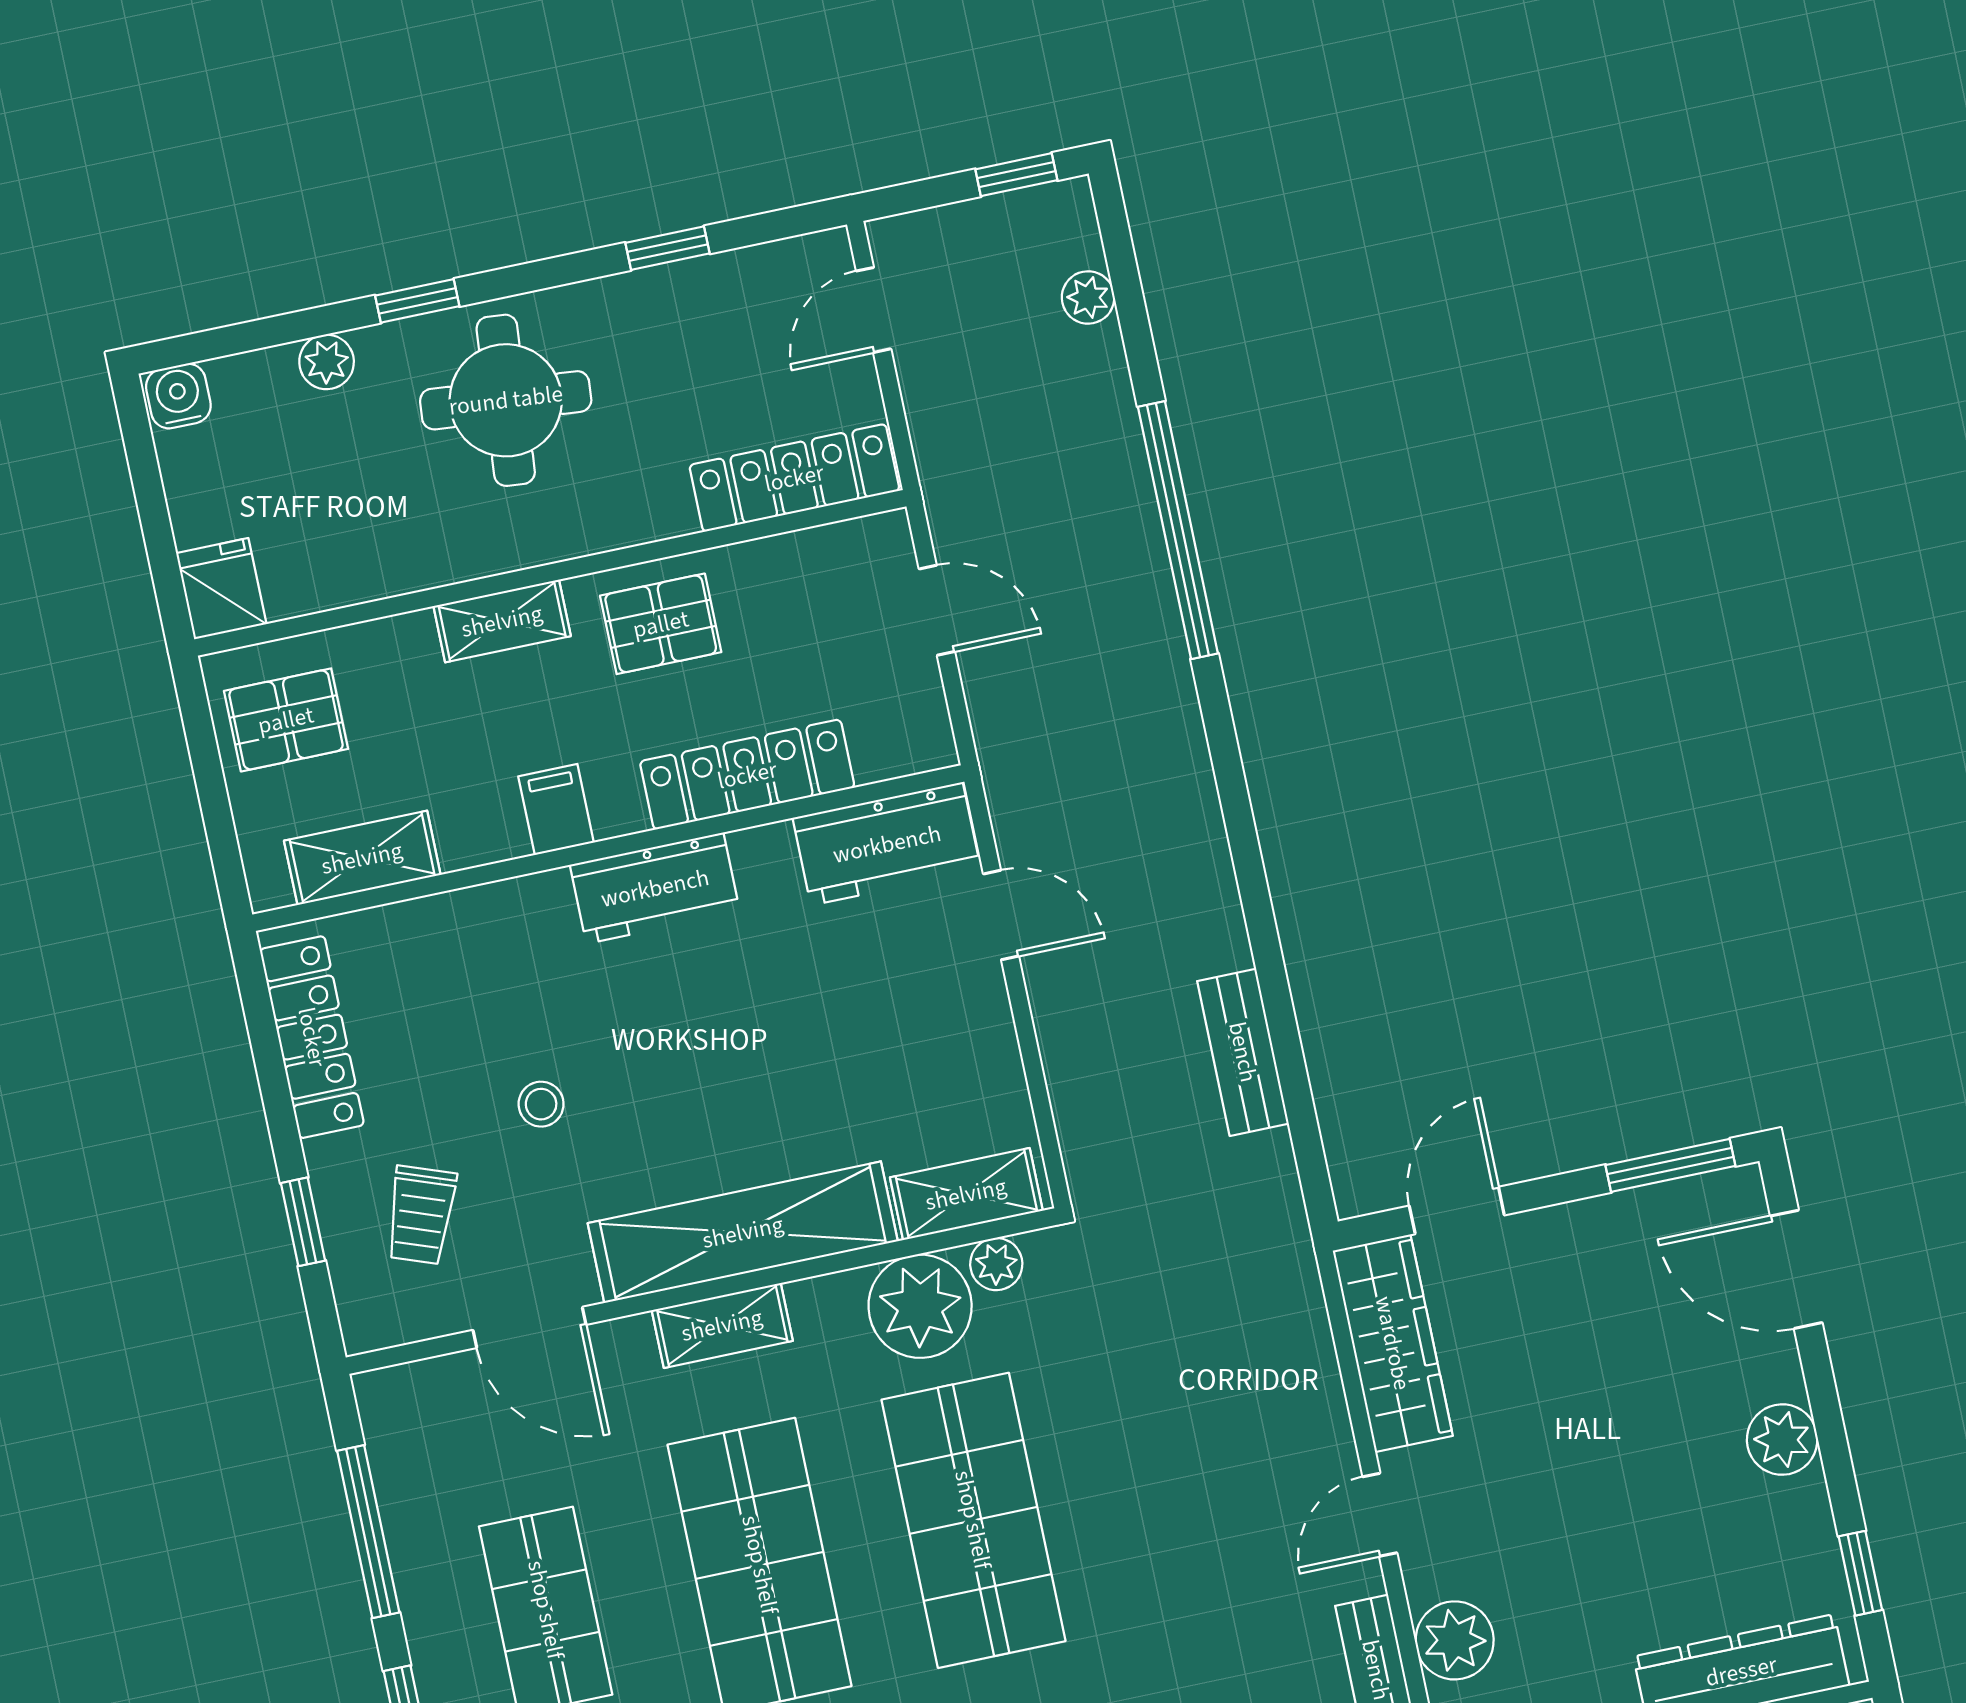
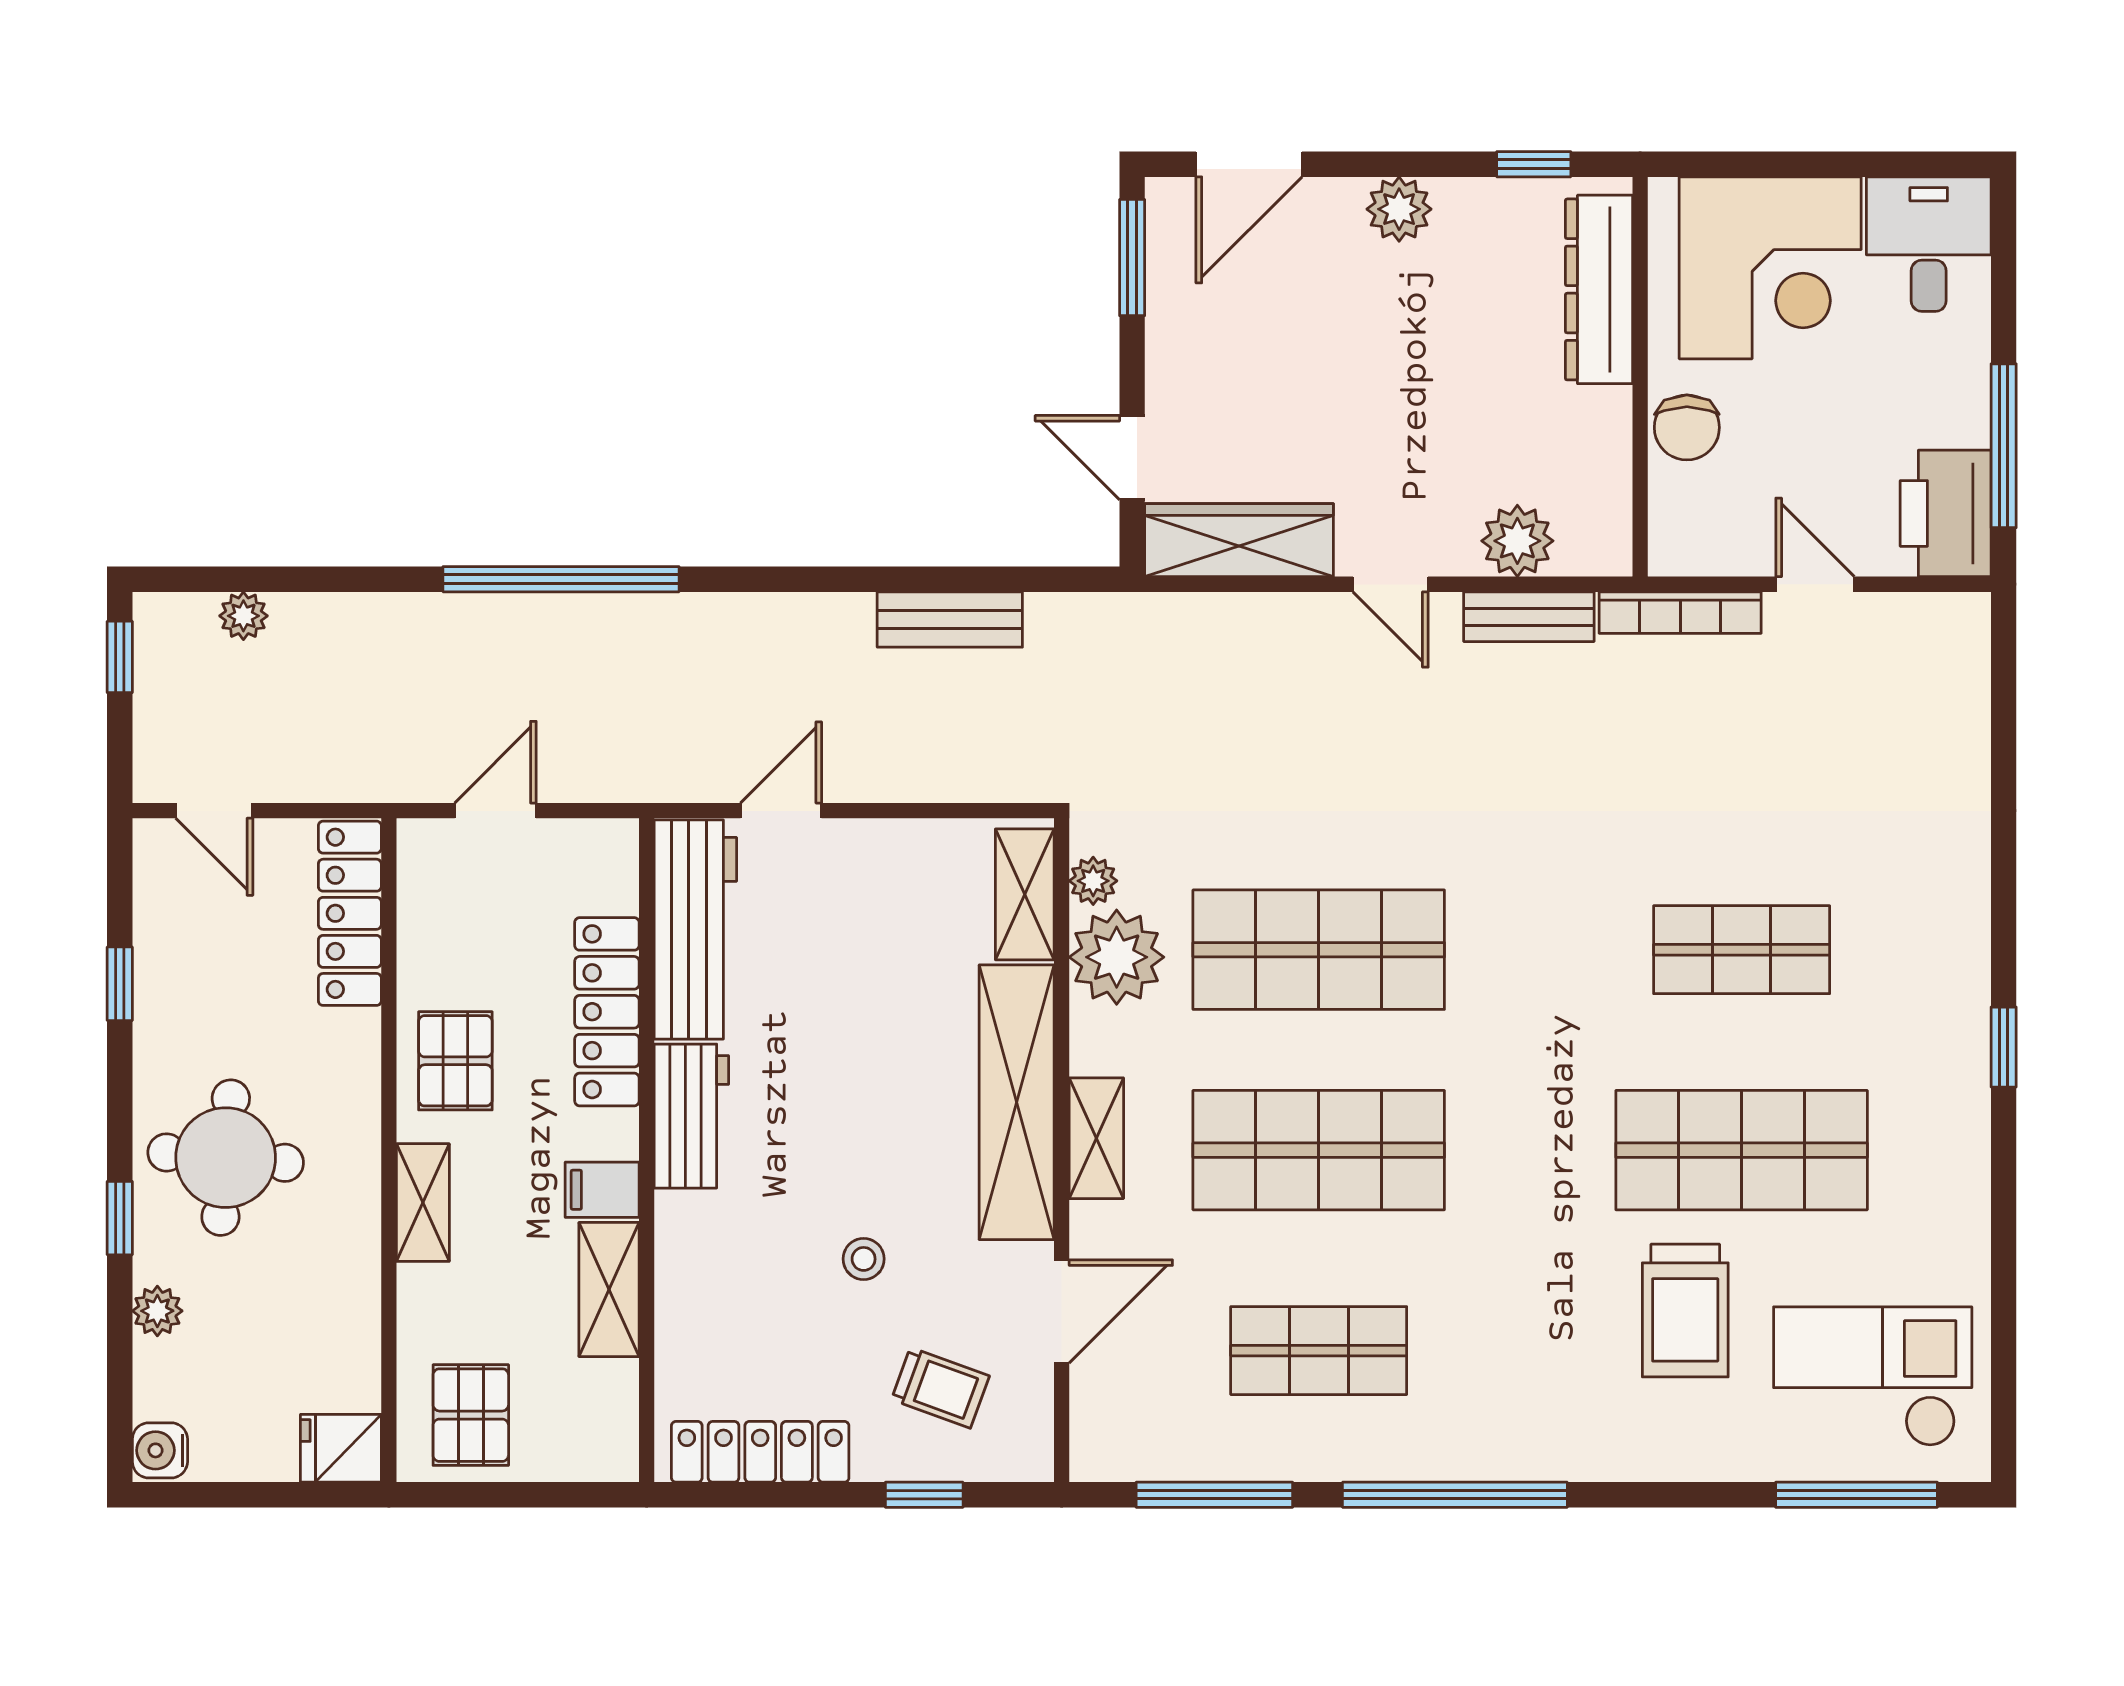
window: (1178, 530) -> (561, 579), moved
workbench: (887, 844) -> (695, 930), width x1.38
shelving: (362, 858) -> (609, 1290), moved

